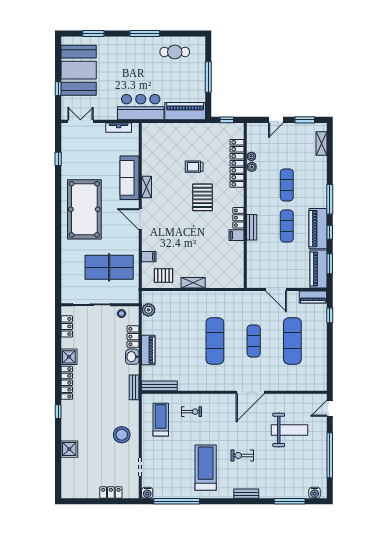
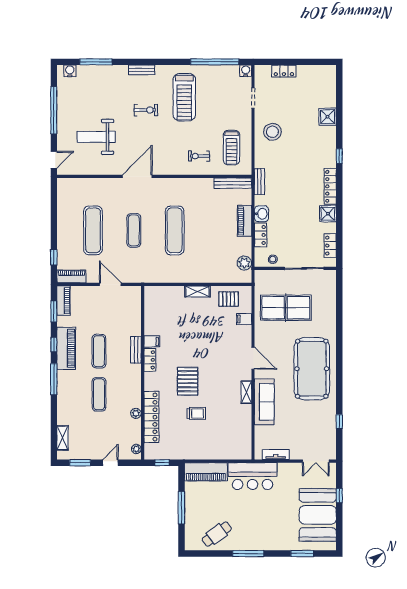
cafe table: (175, 52) -> (217, 534), turned -36
plant: (251, 156) -> (136, 449), moved
piano: (319, 269) -> (63, 301), width x0.73, depth x0.75

